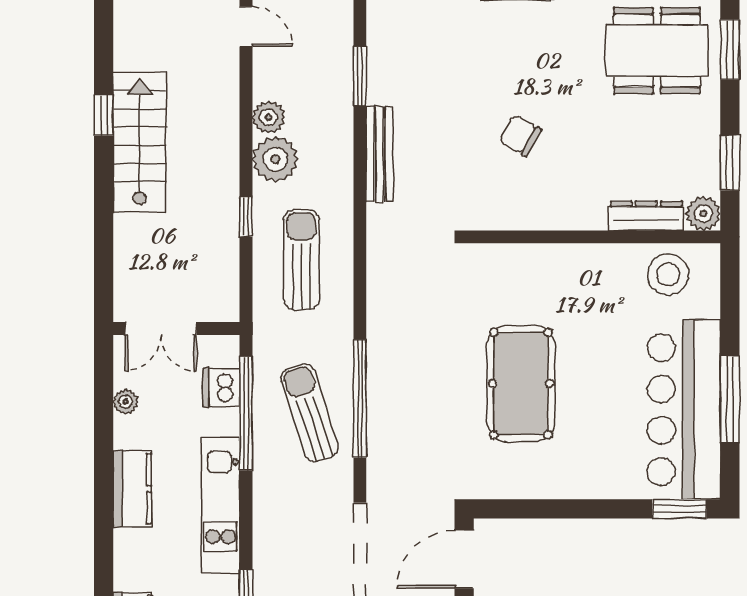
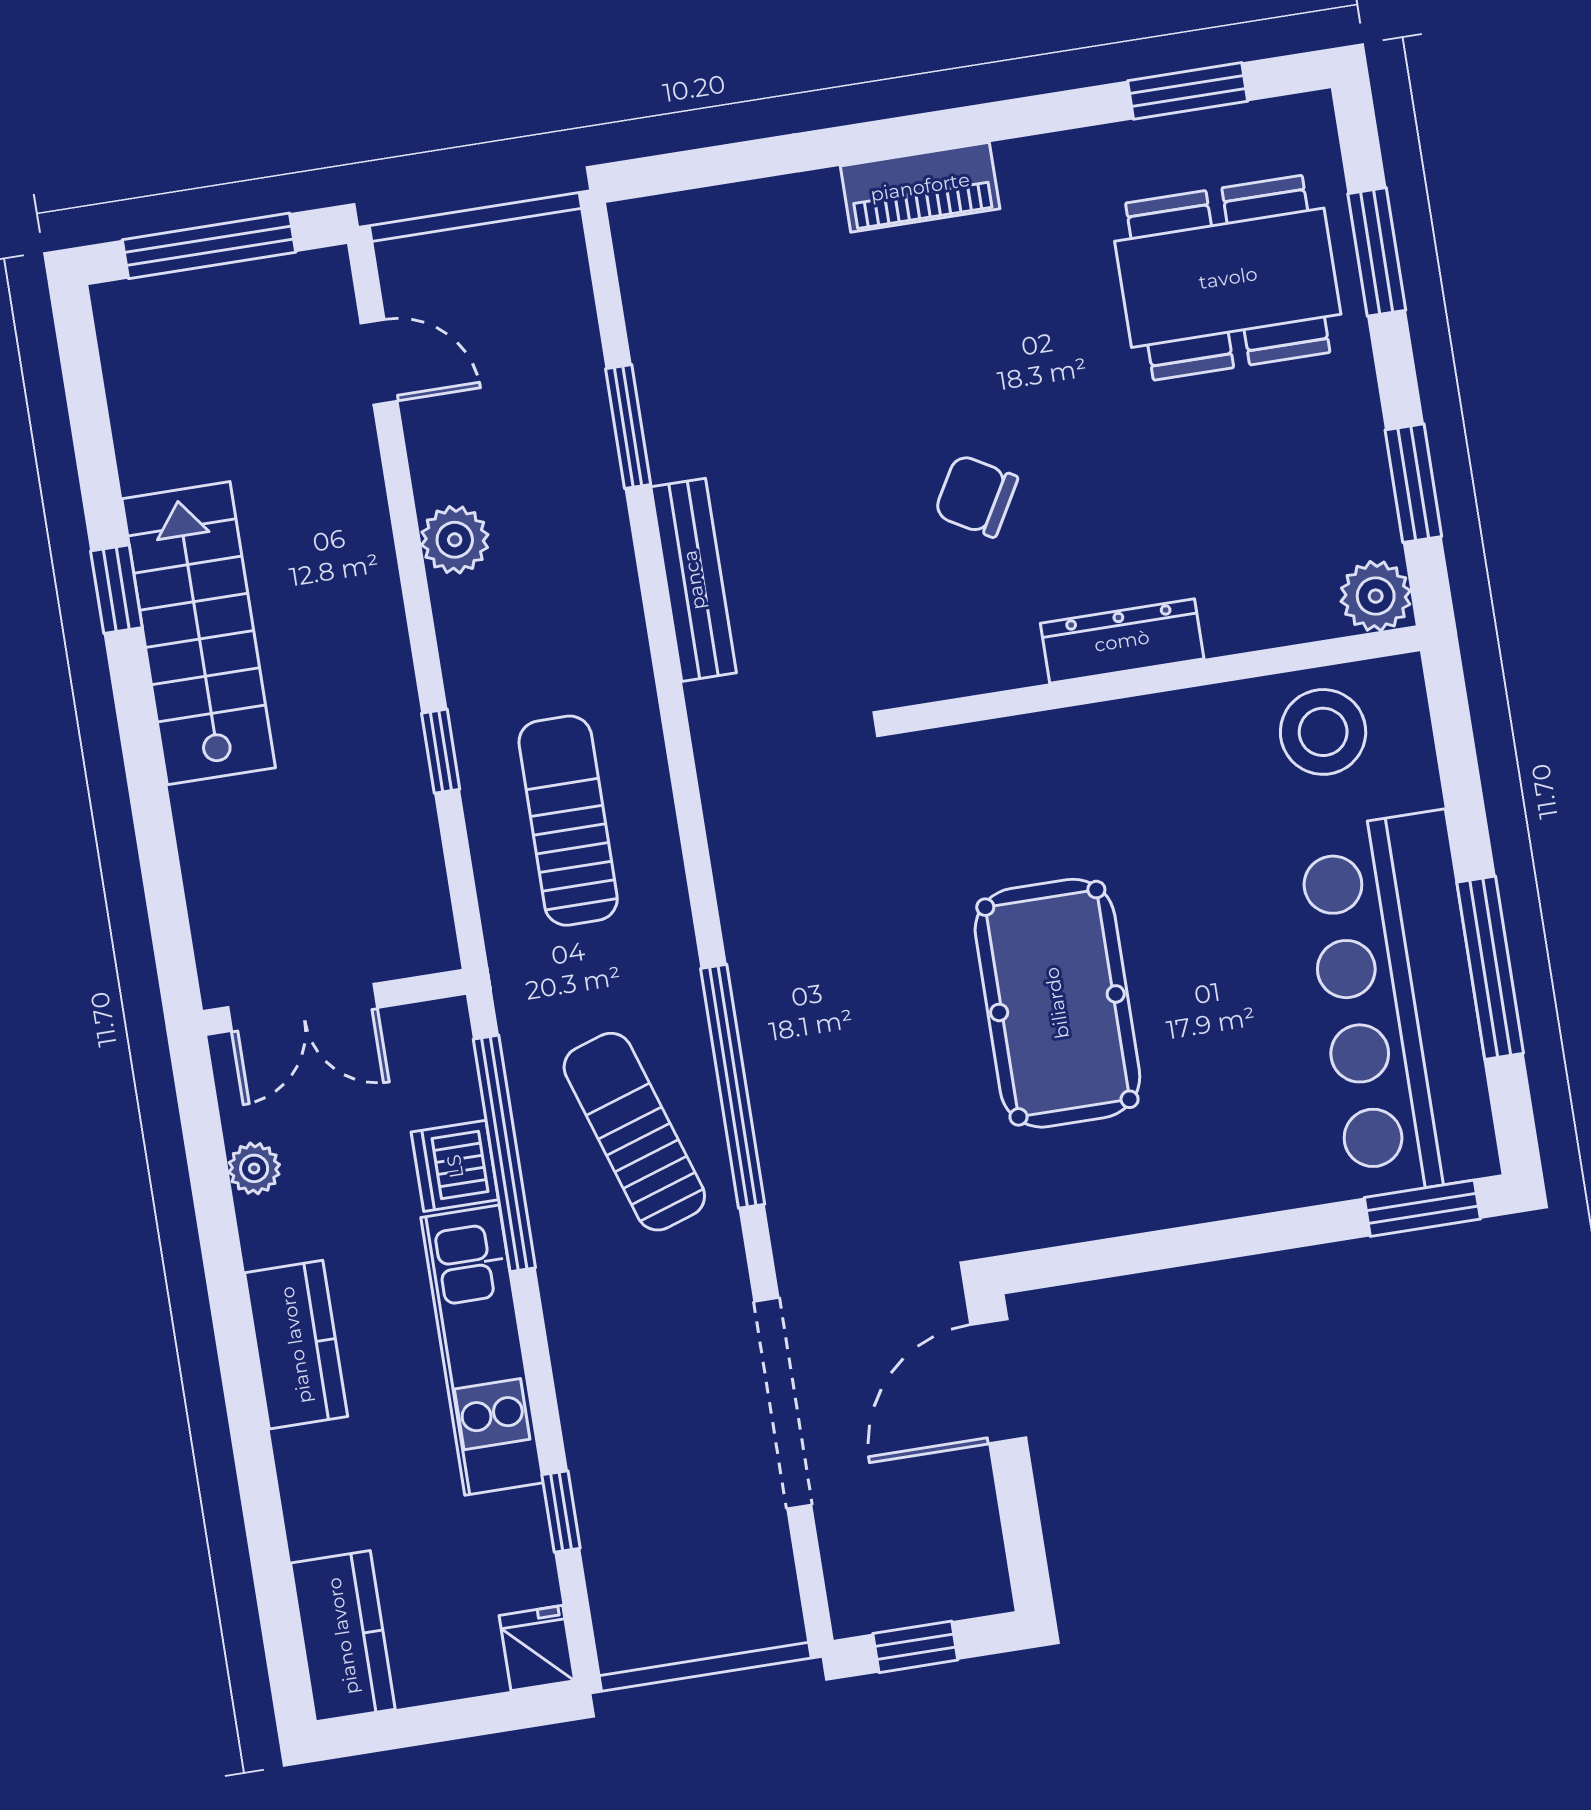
plant: (275, 159) -> (482, 623), removed
dresser: (646, 216) -> (1122, 641), moved
dishwasher: (221, 388) -> (455, 1166), moved

